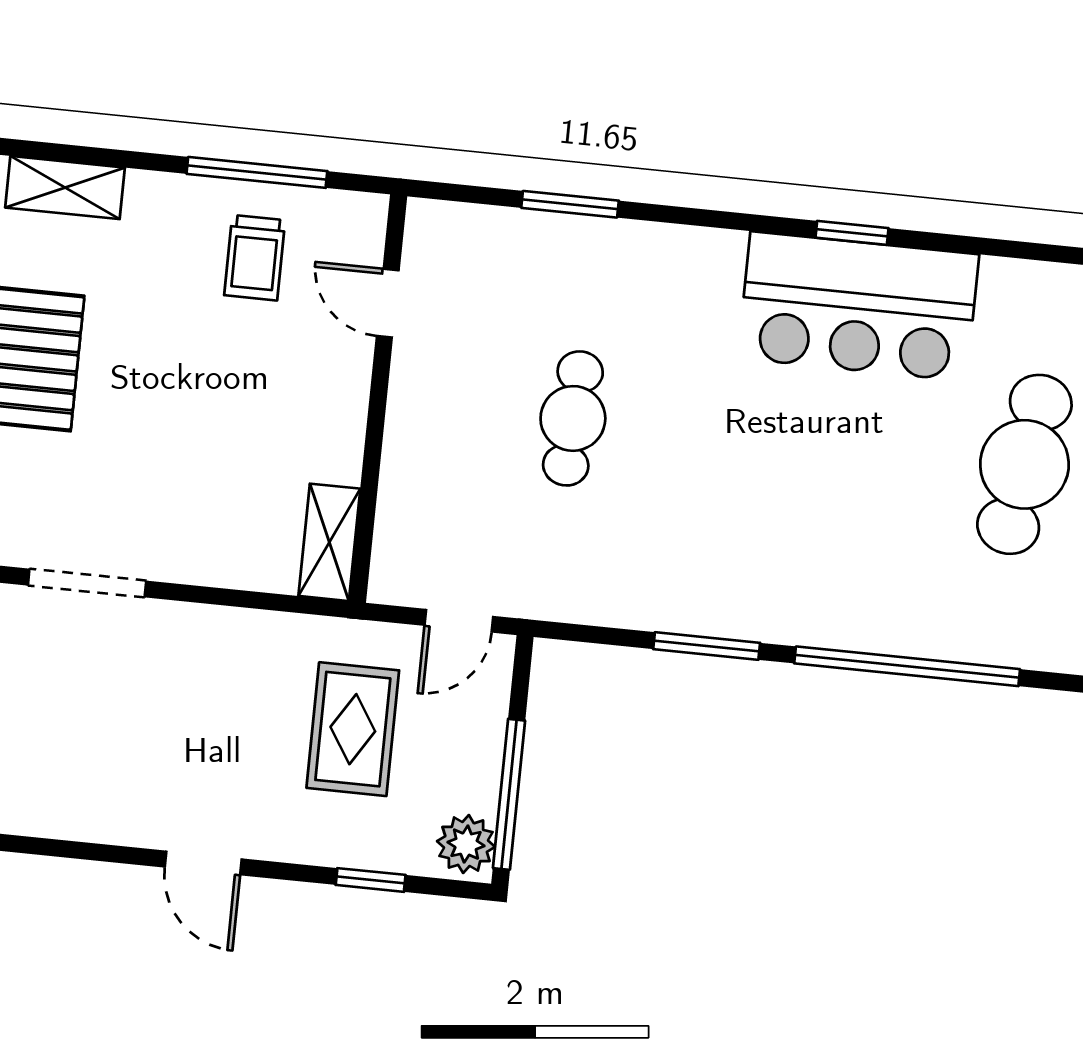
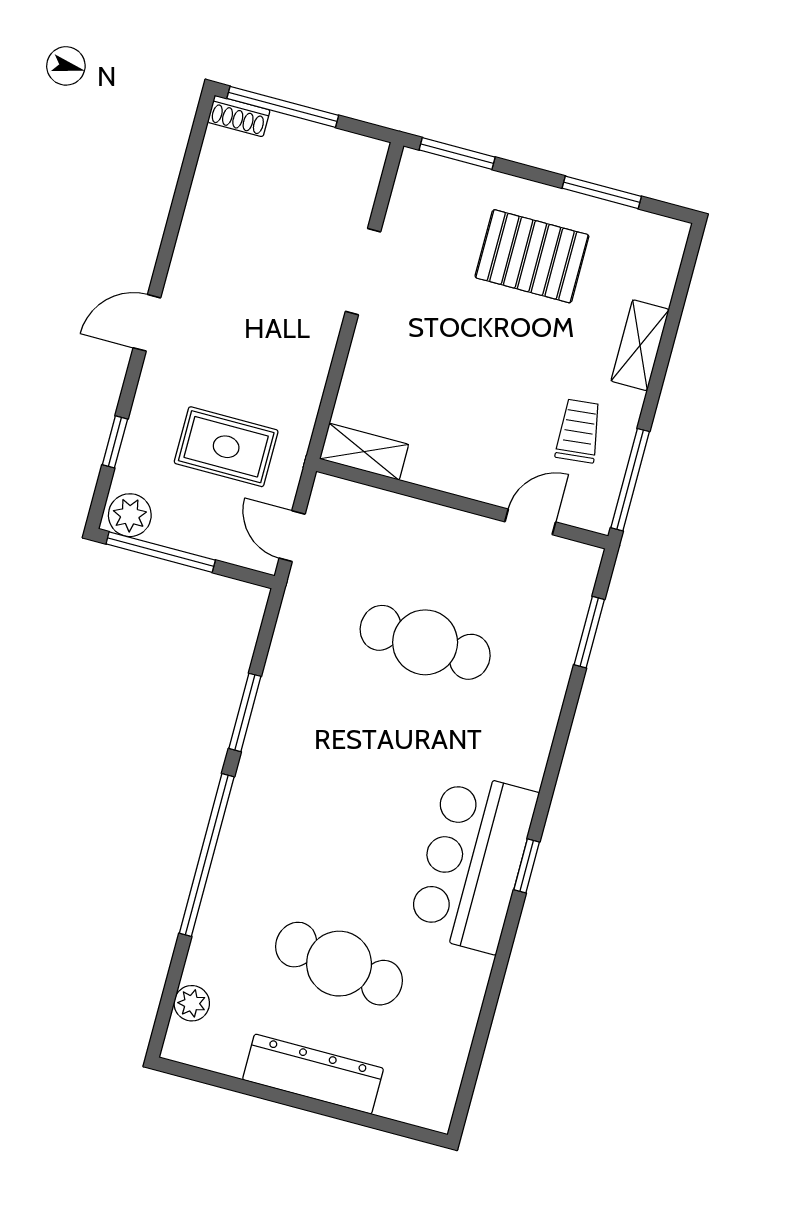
window: (257, 172) -> (630, 480), moved
shelving: (65, 188) -> (640, 345), moved
window: (570, 204) -> (589, 632), moved
trolley: (255, 258) -> (579, 431), turned 84
cafe table: (573, 418) -> (425, 642), width x1.37, depth x1.35

